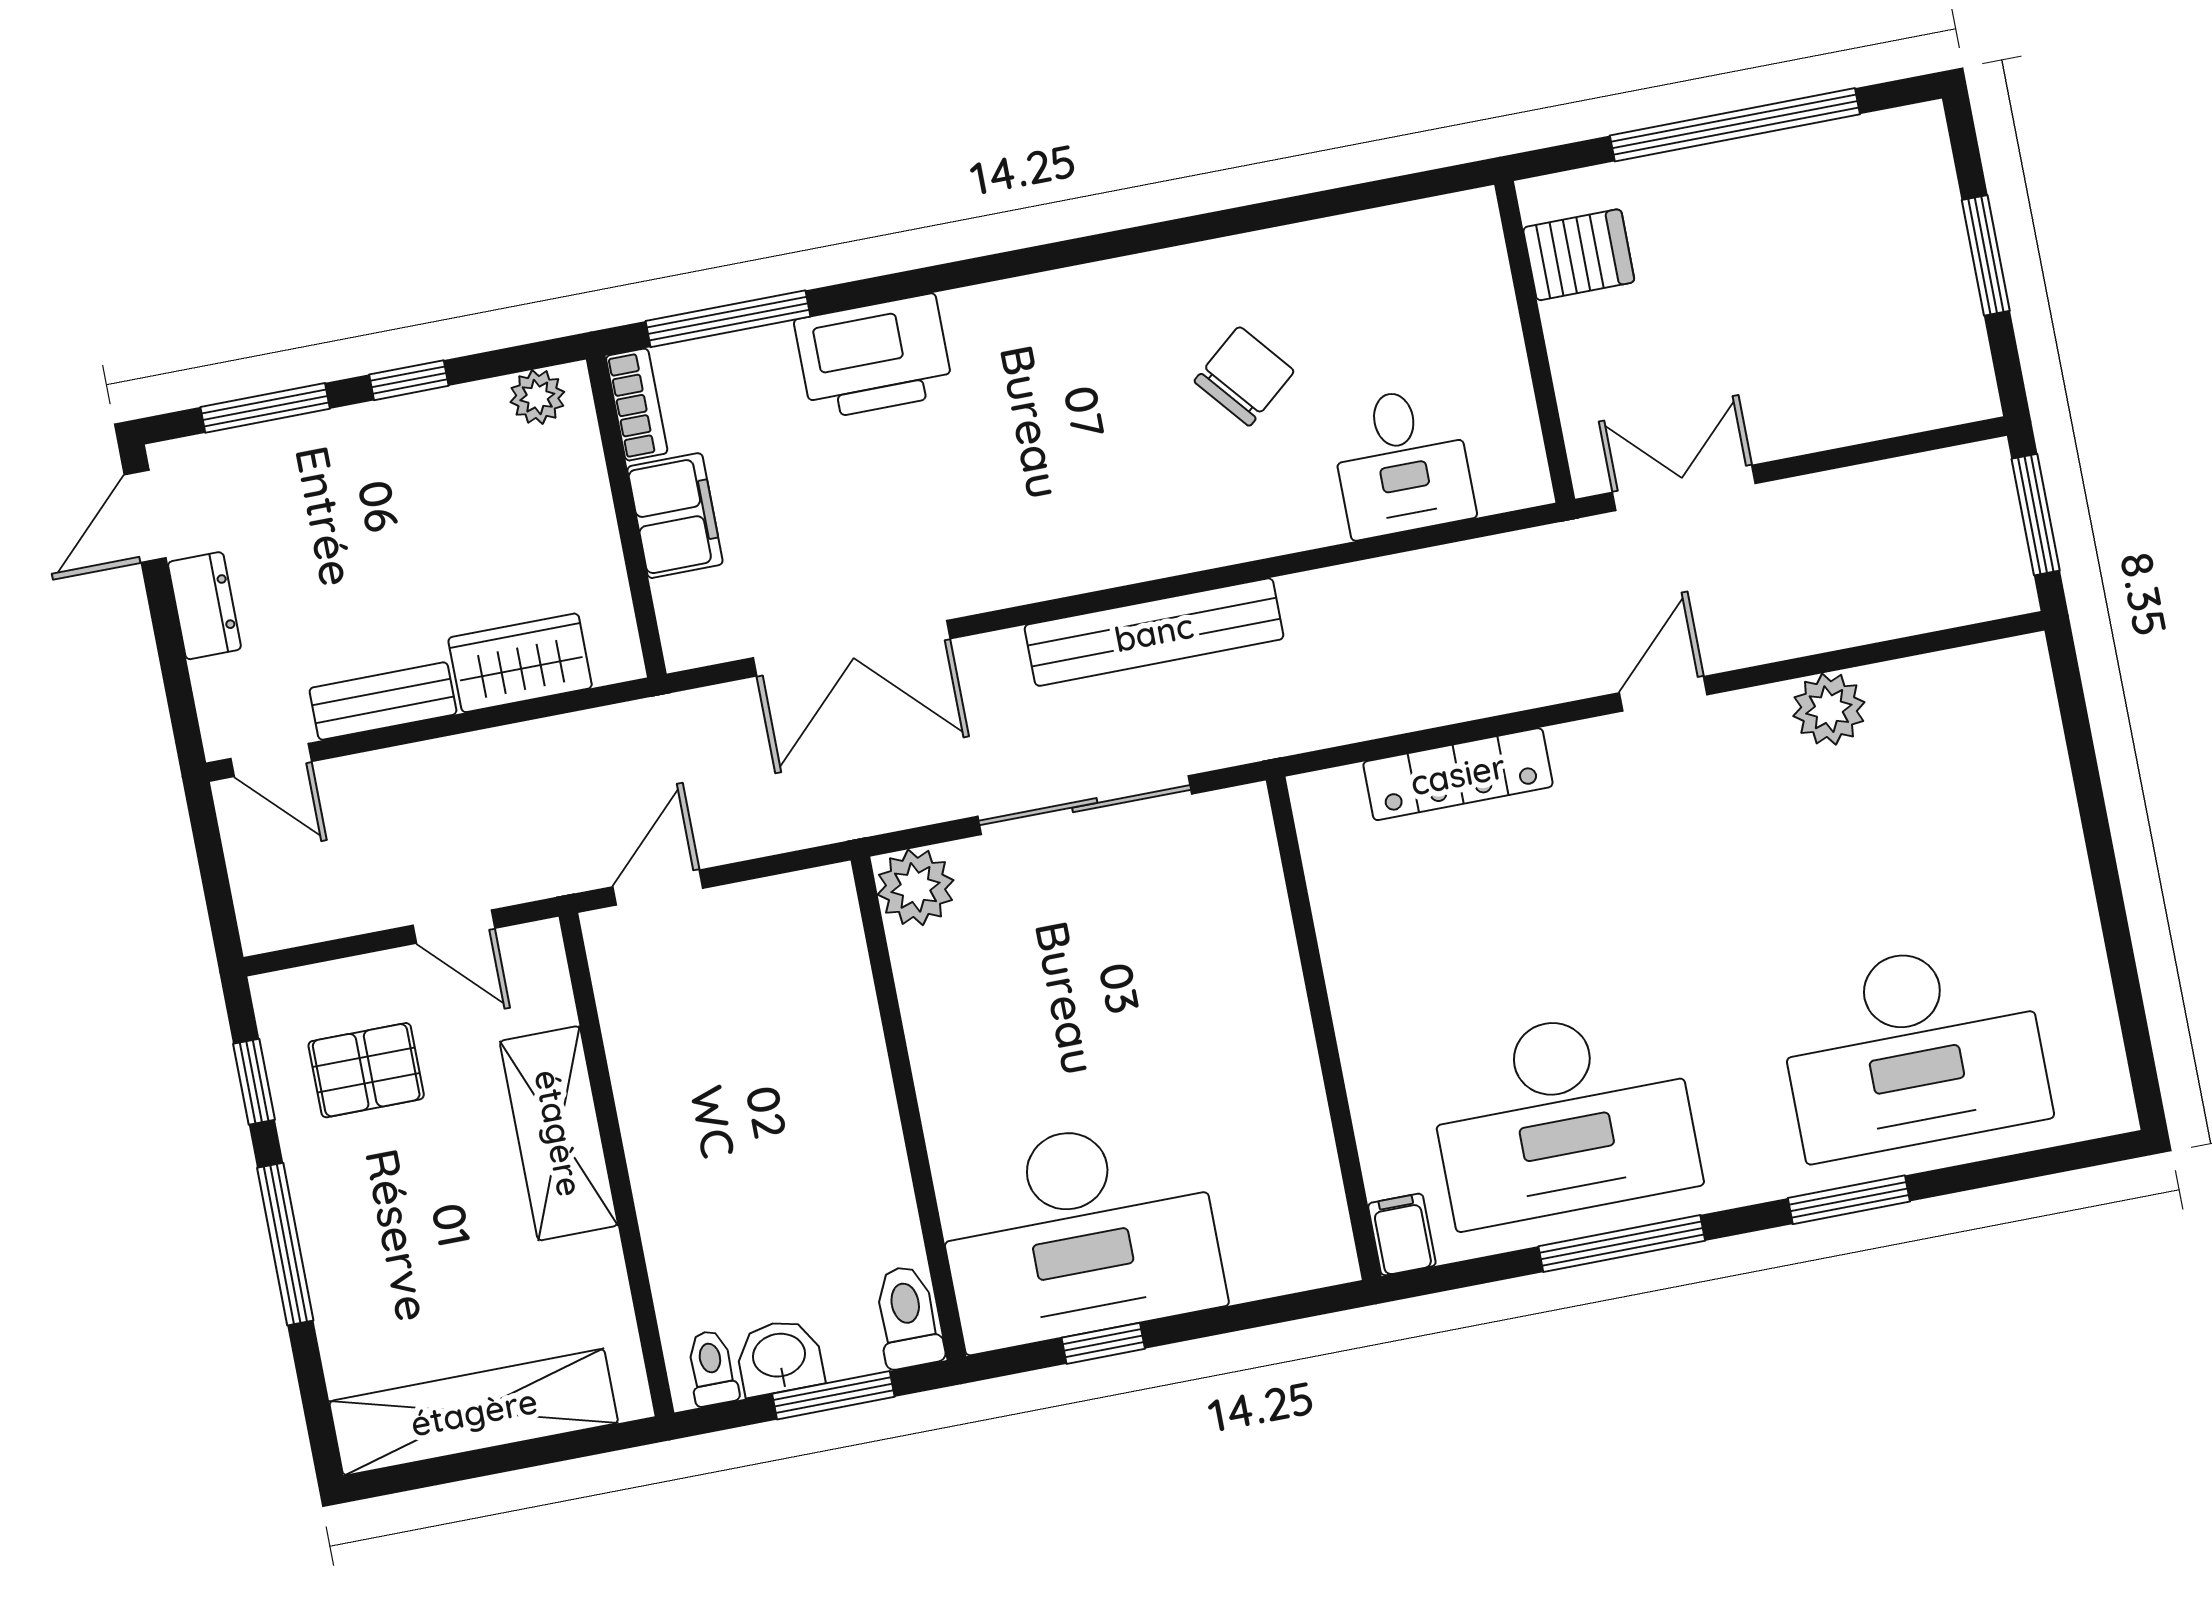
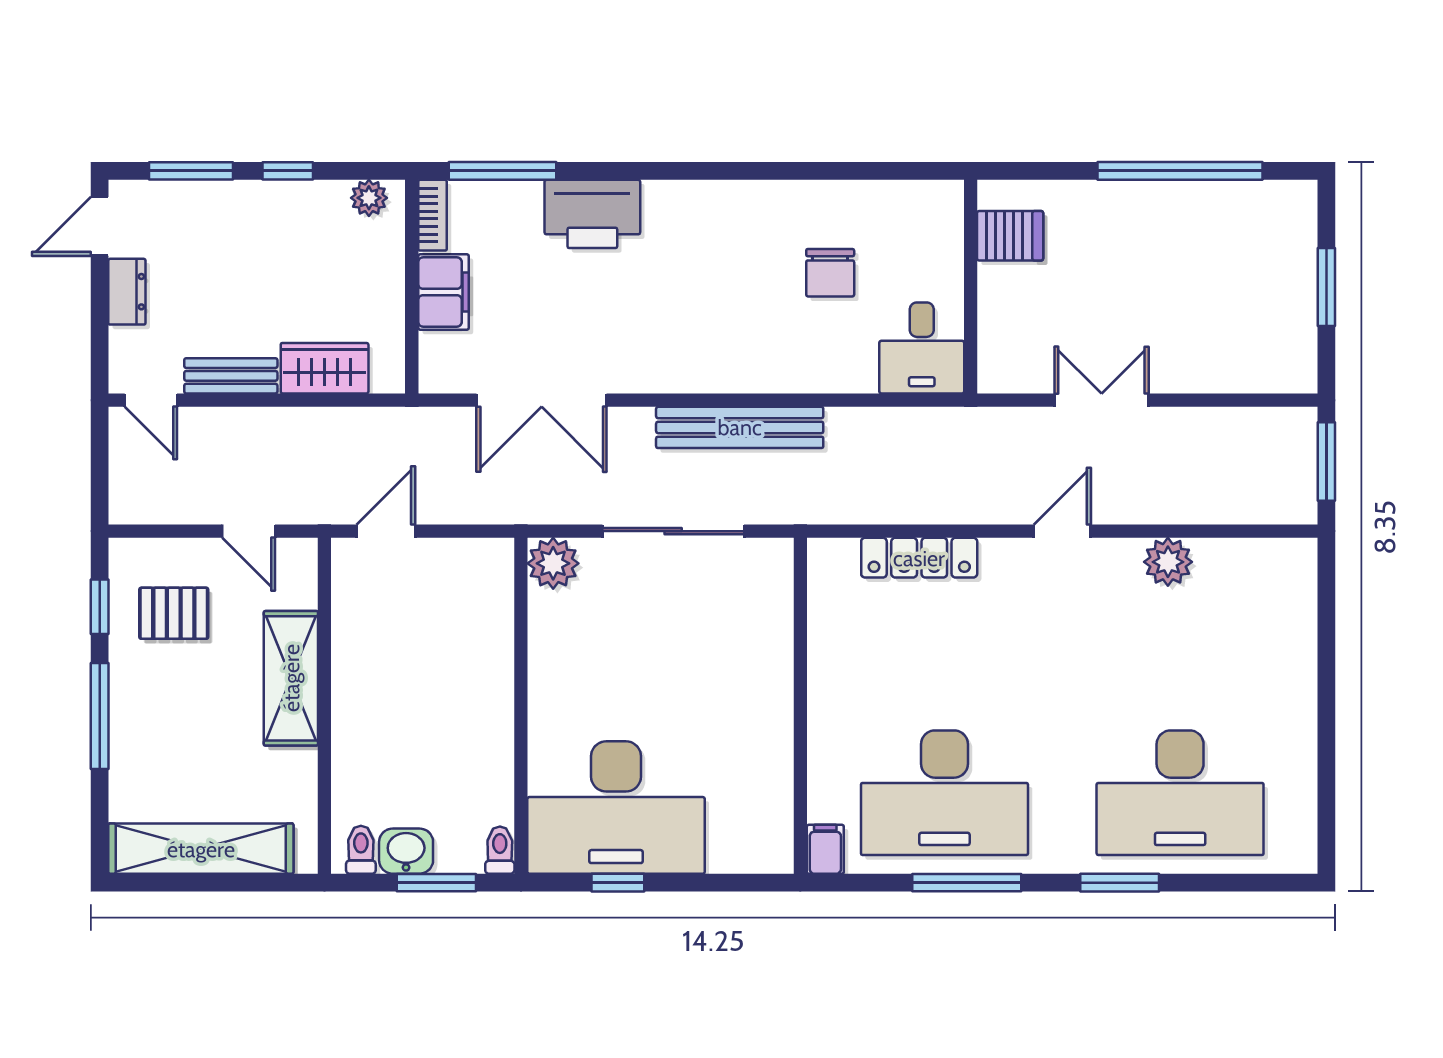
server rack: (1579, 255) -> (1010, 236), moved
wall: (1535, 342) -> (971, 287), moved
chair: (1244, 376) -> (830, 273), turned 130
toilet: (908, 1317) -> (500, 850), width x0.73, depth x0.72

